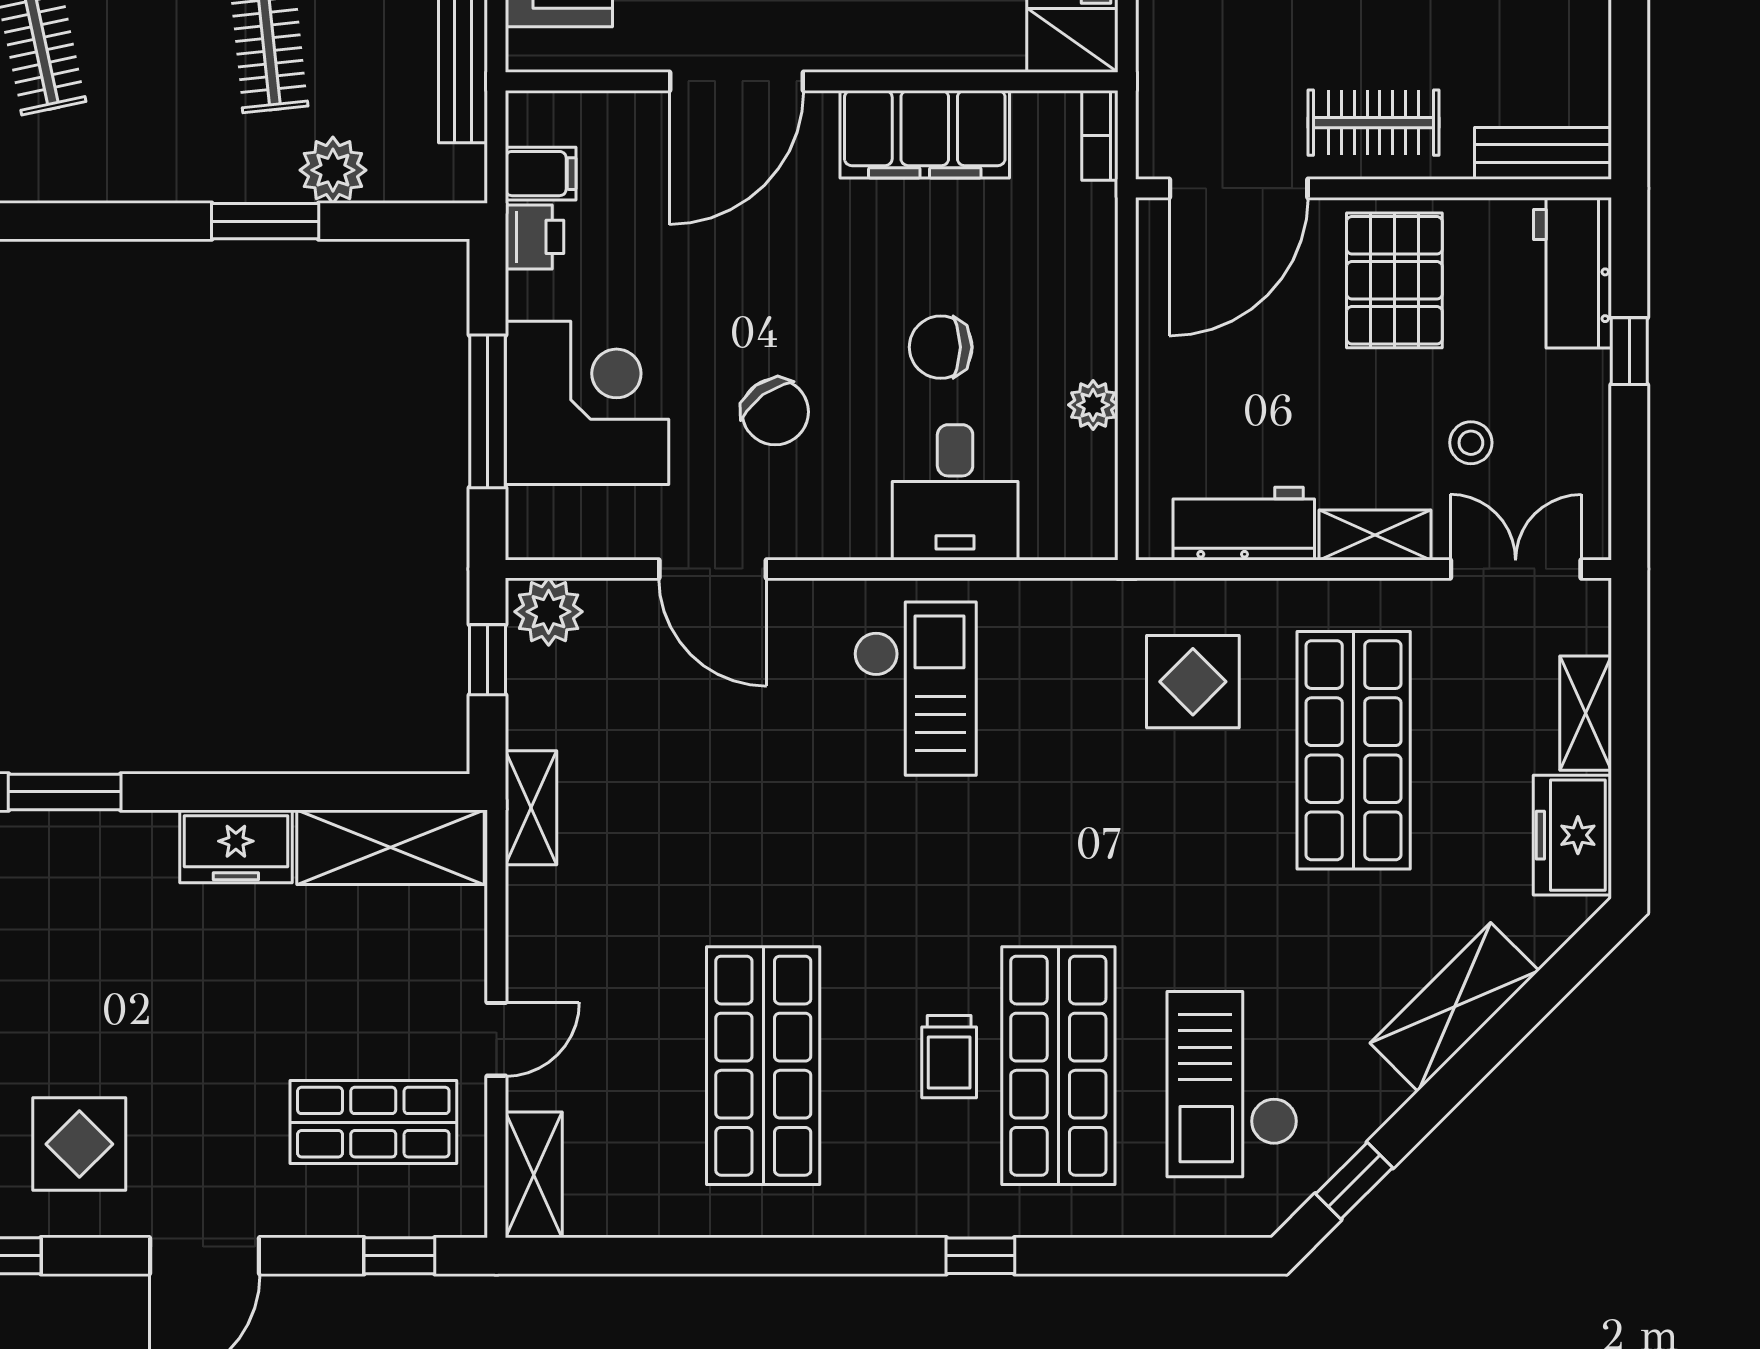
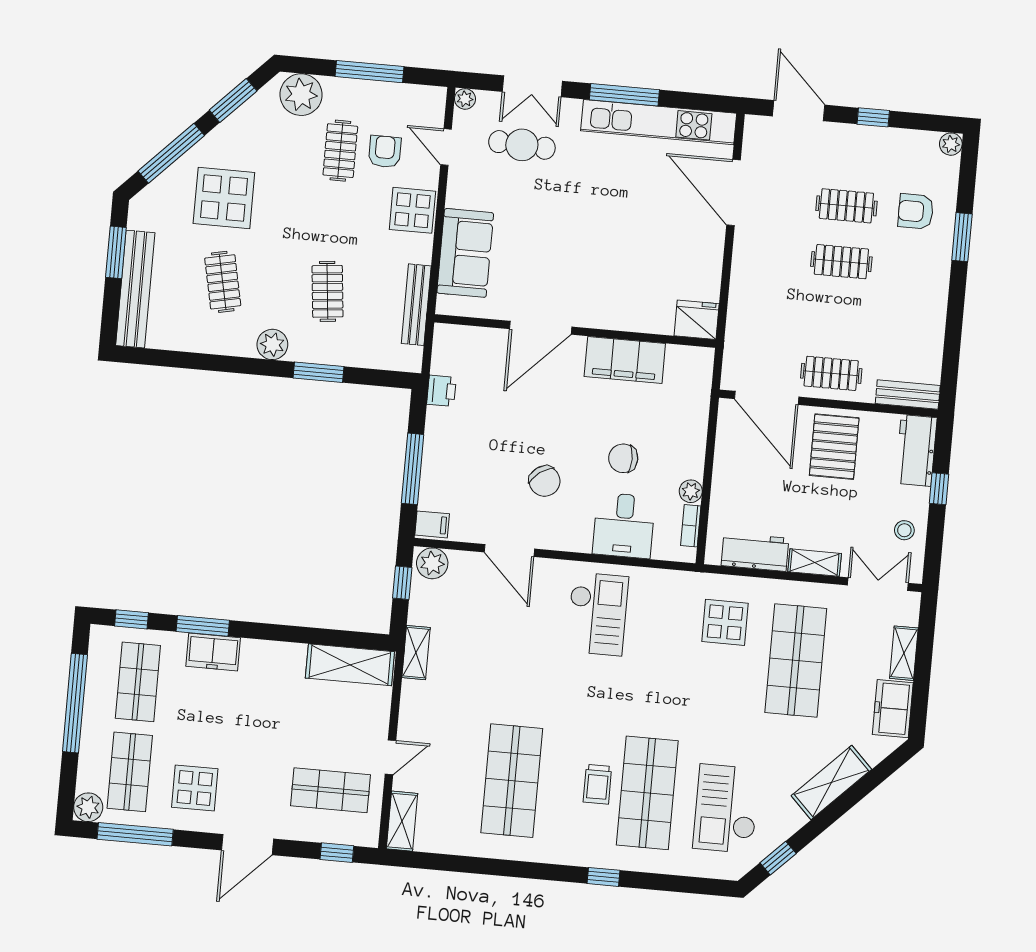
bookcase: (1100, 135) -> (691, 526), moved
plant: (333, 170) -> (272, 344), moved
filing cabinet: (541, 174) -> (432, 524), moved
door: (1239, 188) -> (767, 398), hinge flipped
corner desk: (587, 403) -> (459, 469), removed
stool: (1471, 443) -> (904, 530), moved
freezer: (236, 846) -> (213, 652), moved

